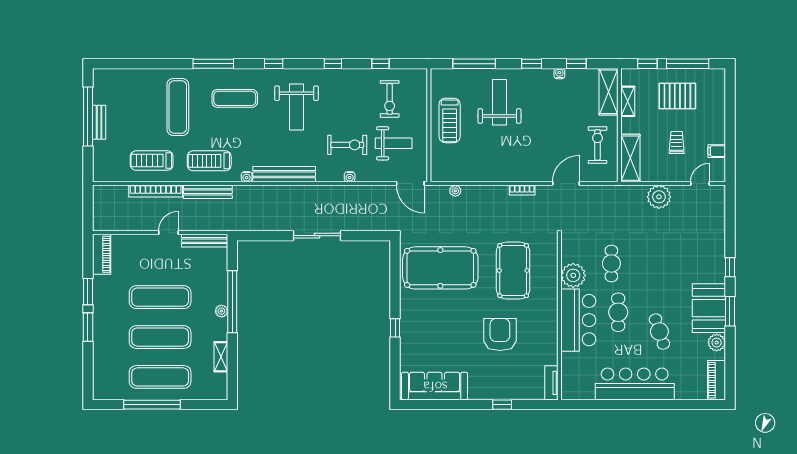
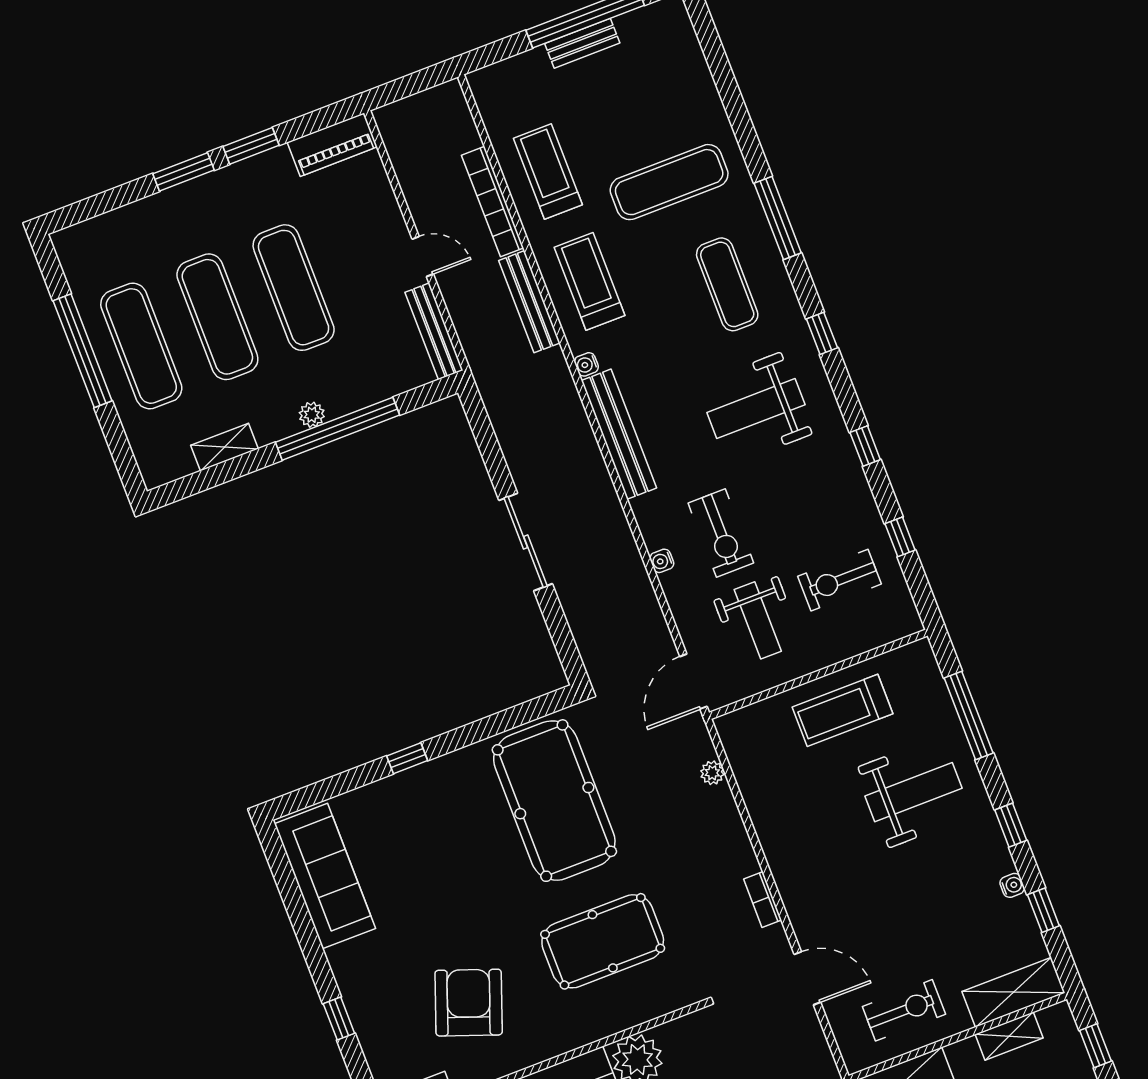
armchair: (500, 335) -> (469, 1003), moved, turned -70

